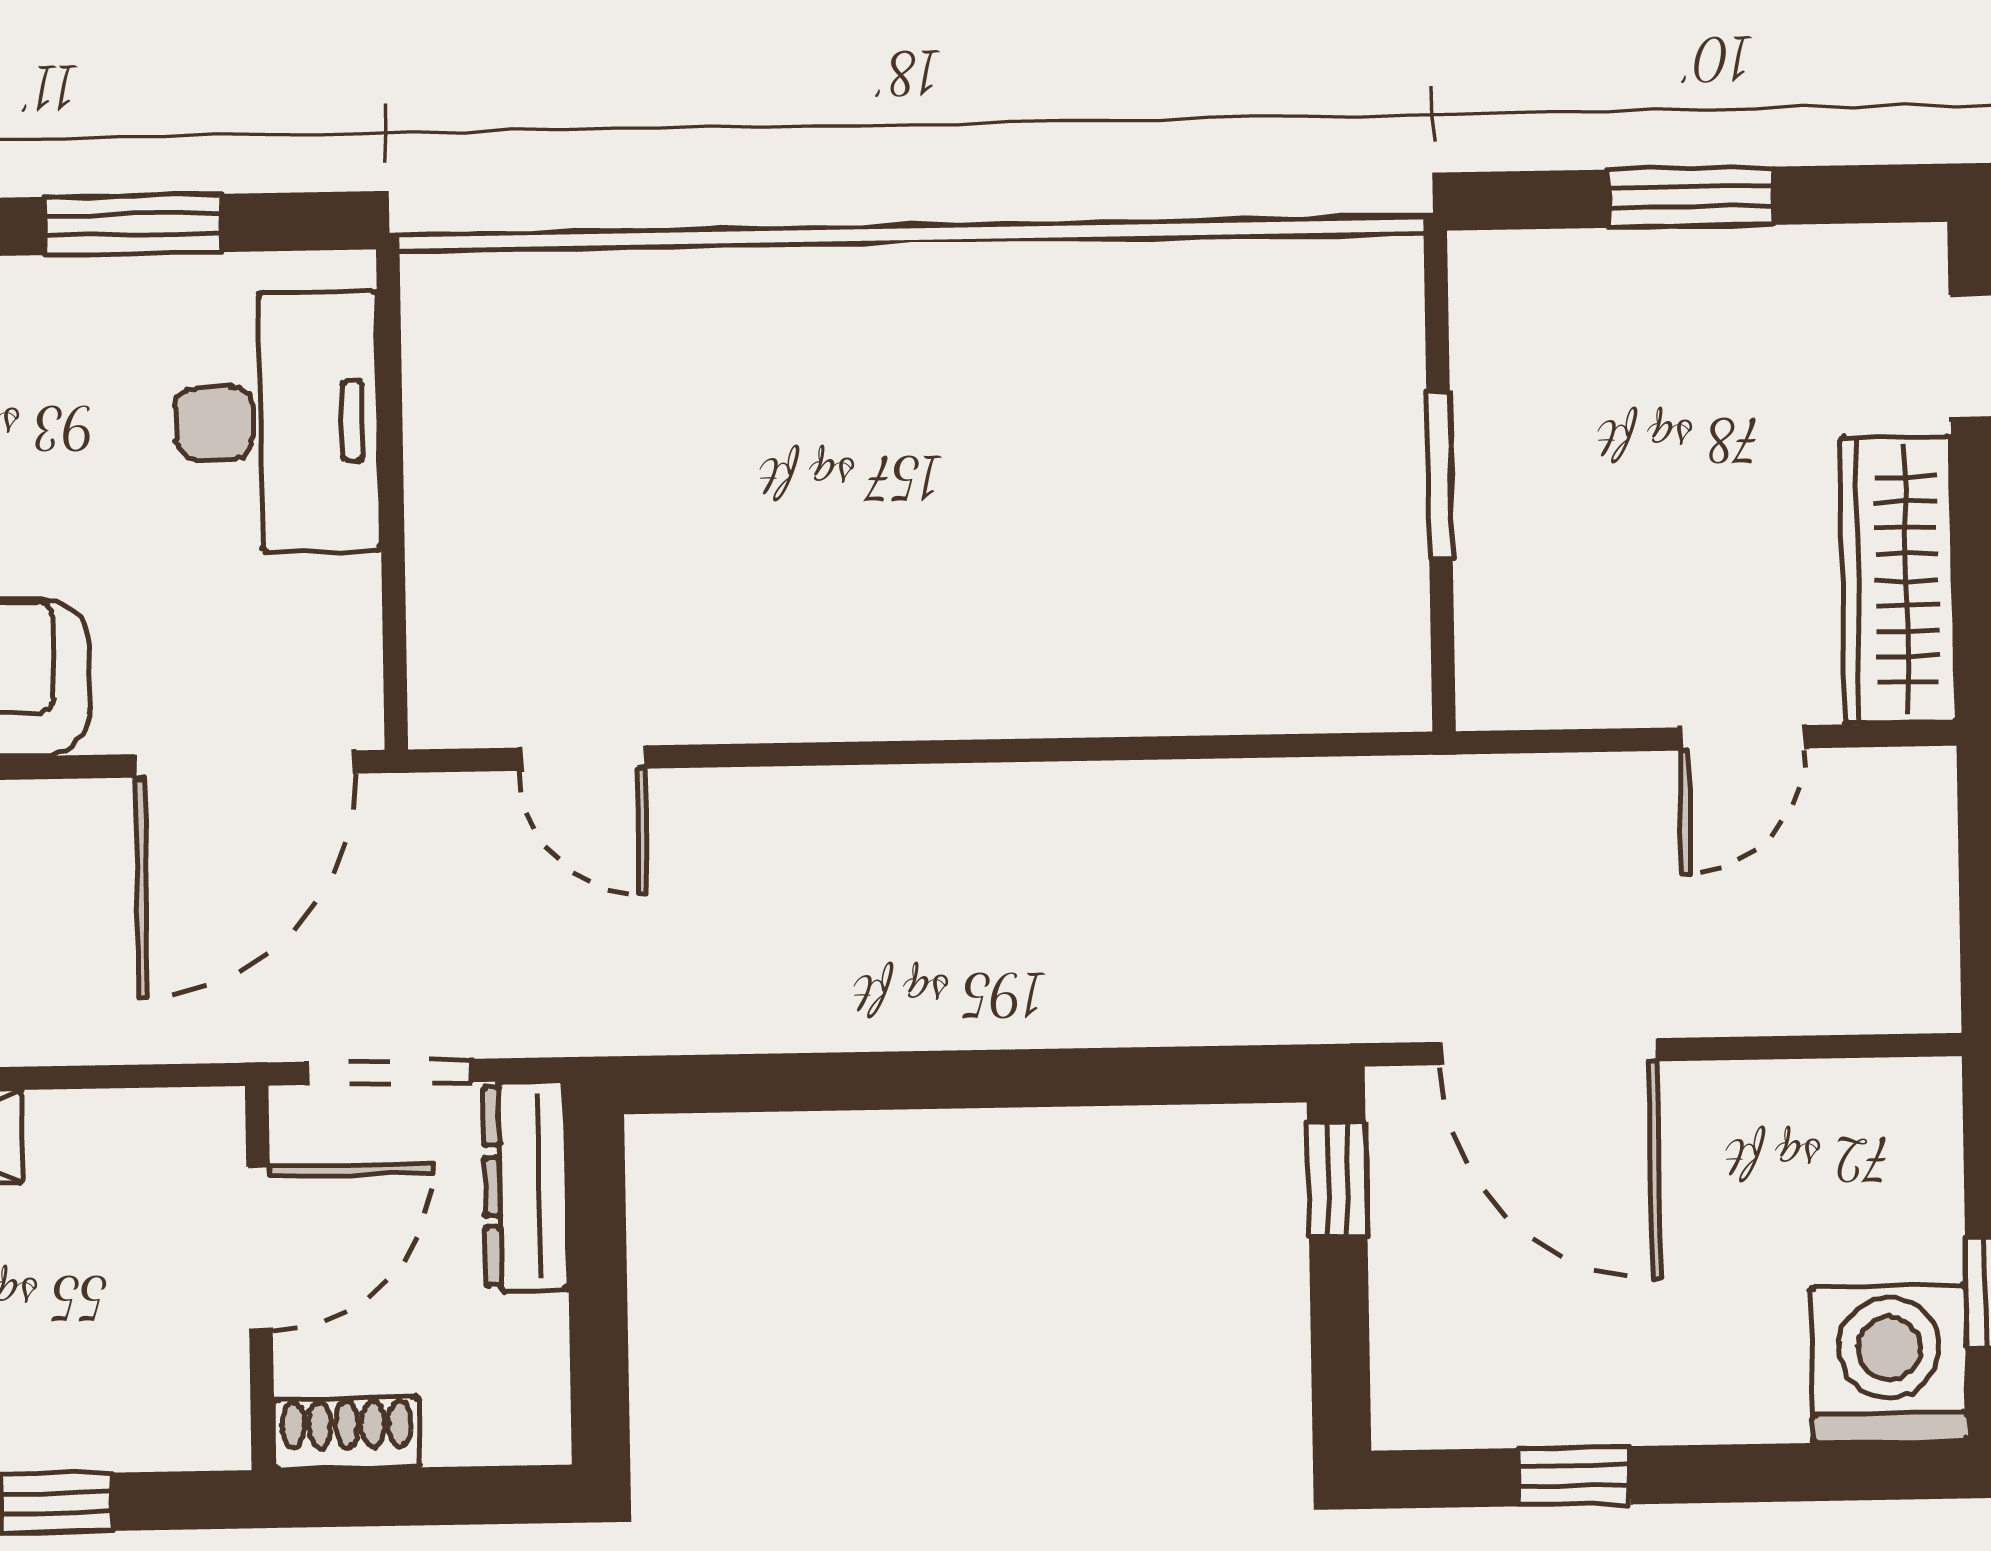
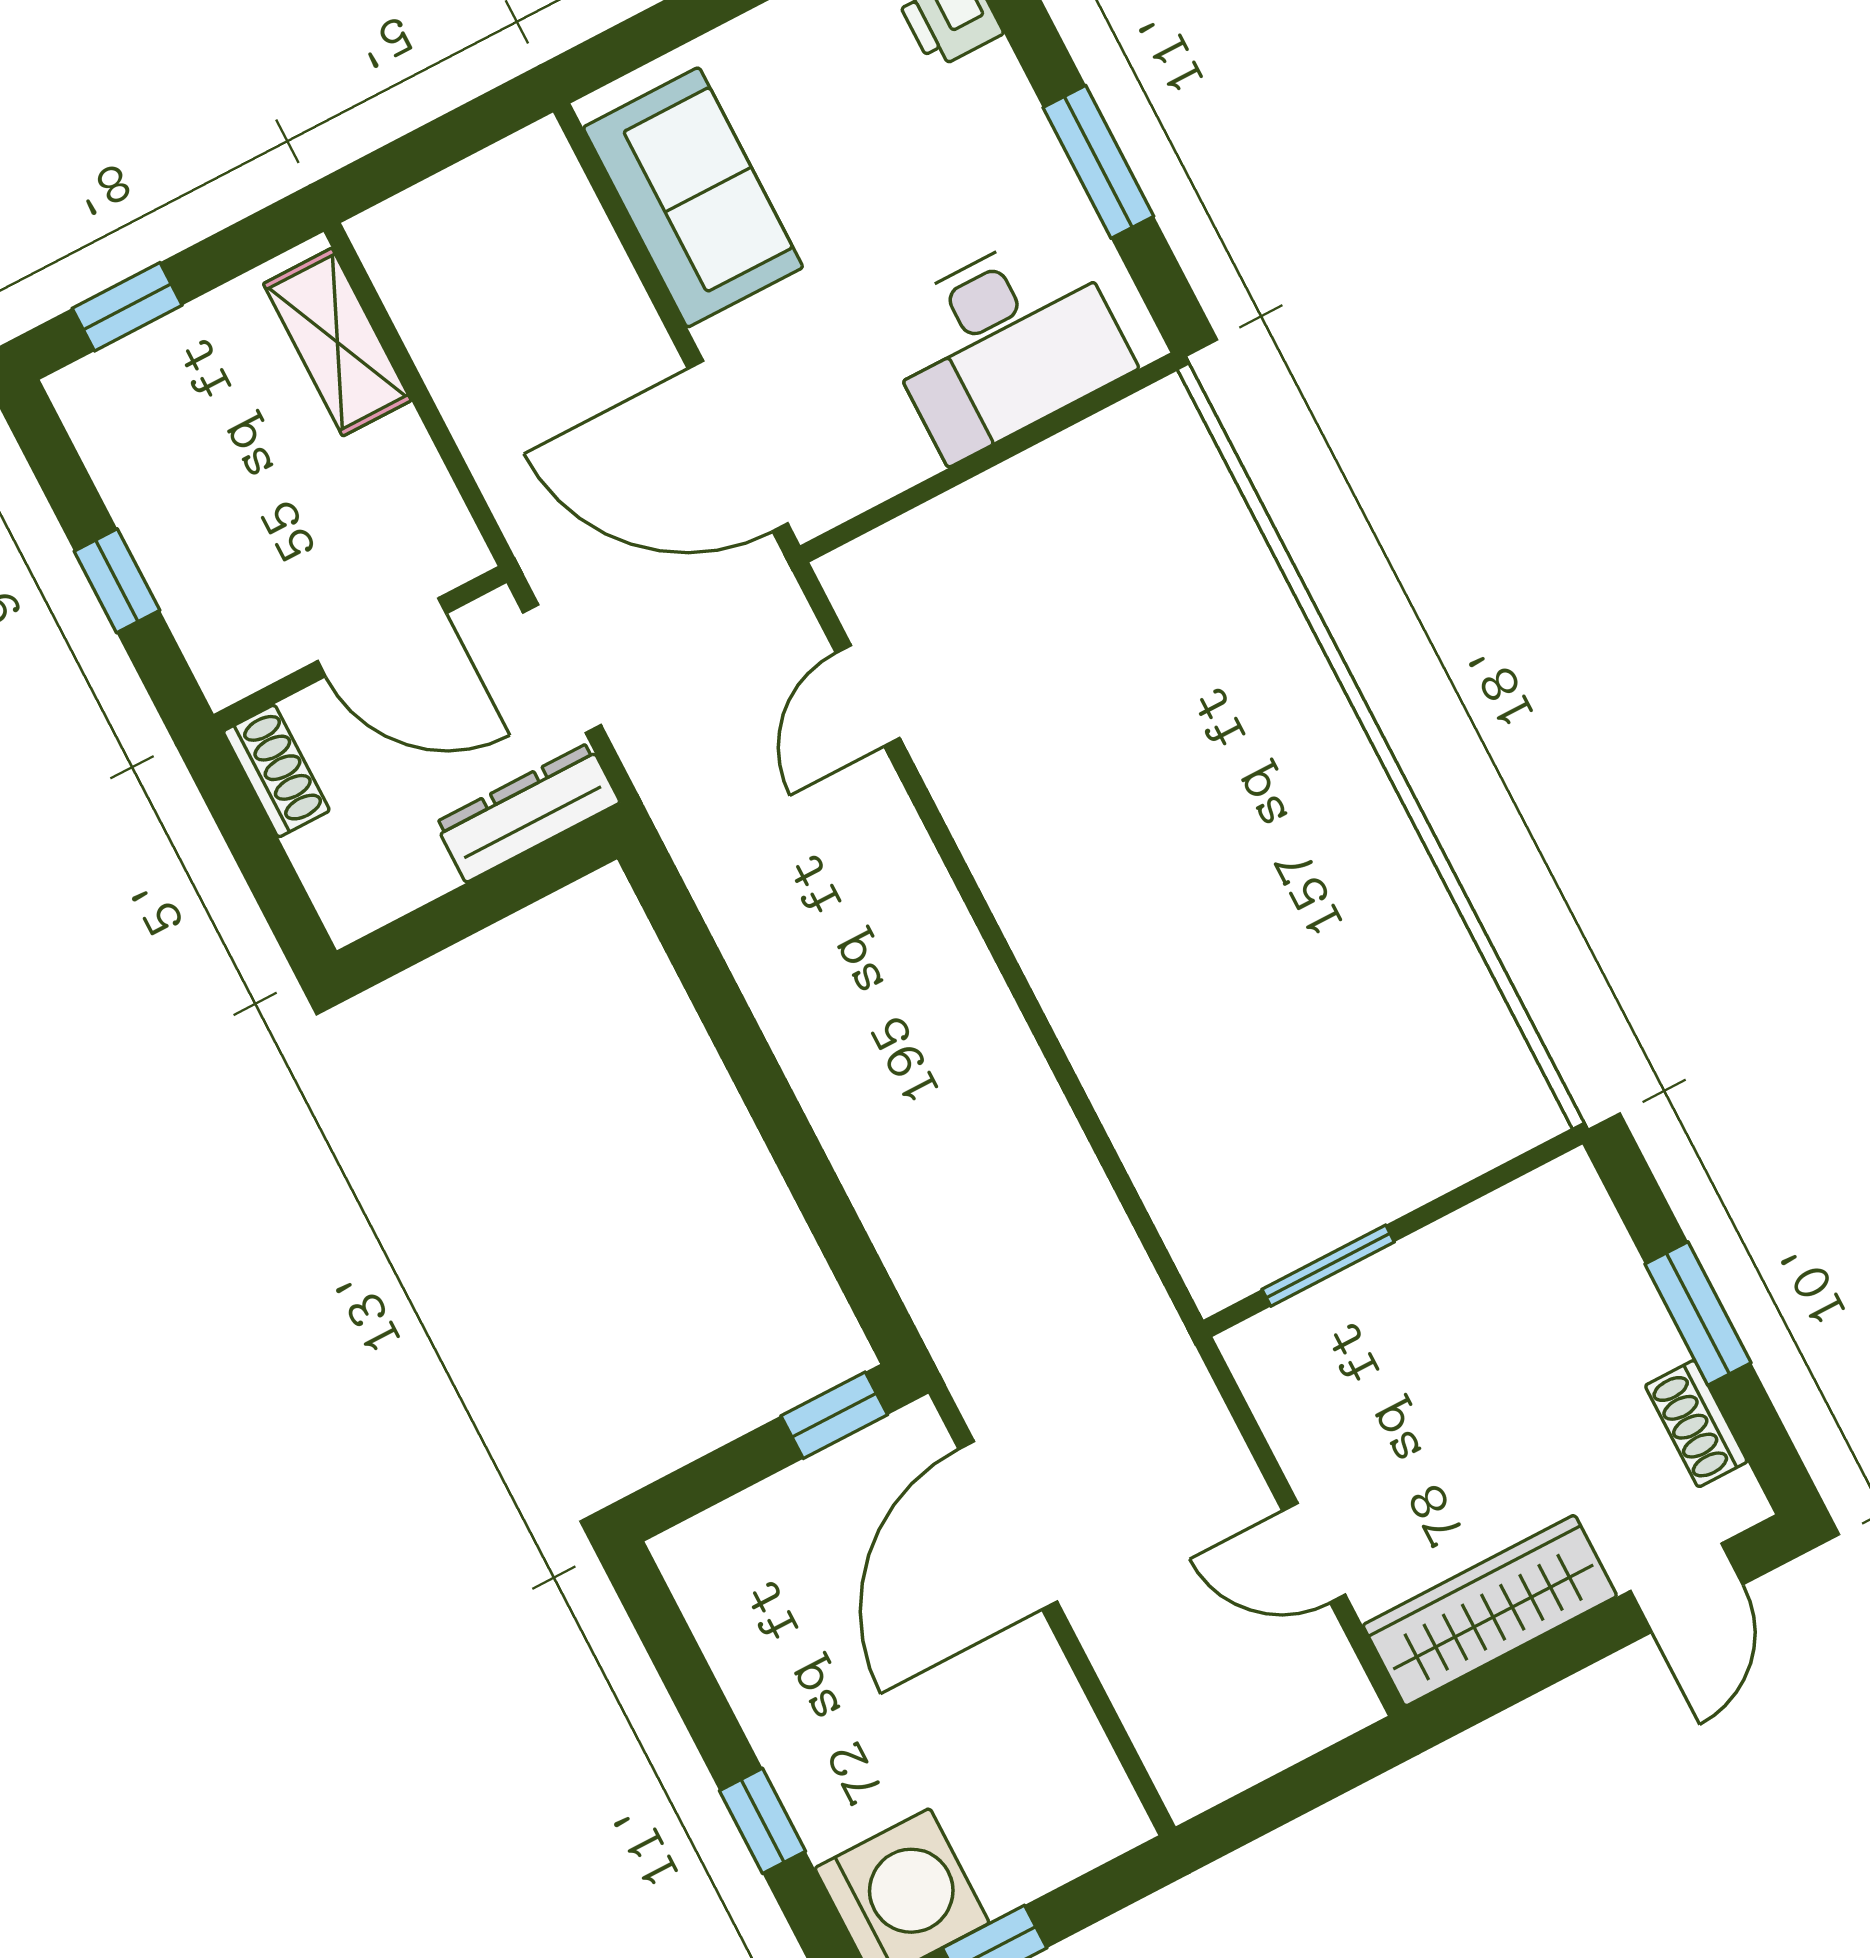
shoe rack: (1808, 258) -> (1696, 1424), added
window: (1440, 475) -> (1328, 1266), moved
window: (1574, 1476) -> (763, 1821), moved

